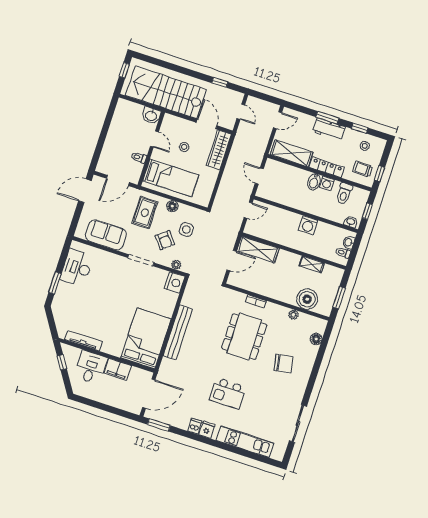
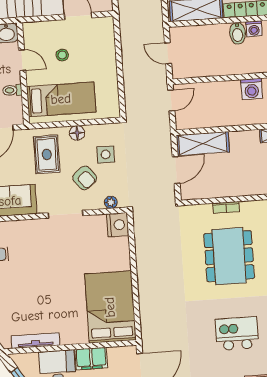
wardrobe: (219, 150) -> (106, 41), removed
bench: (178, 332) -> (146, 284), removed
kitchen island: (228, 393) -> (237, 334), turned 180

